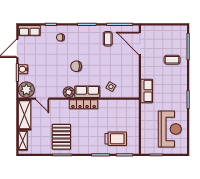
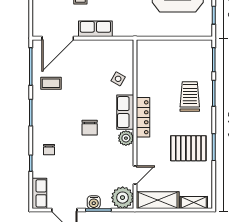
row of seats: (147, 91) -> (95, 29), moved
trolley: (116, 139) -> (190, 96), moved

